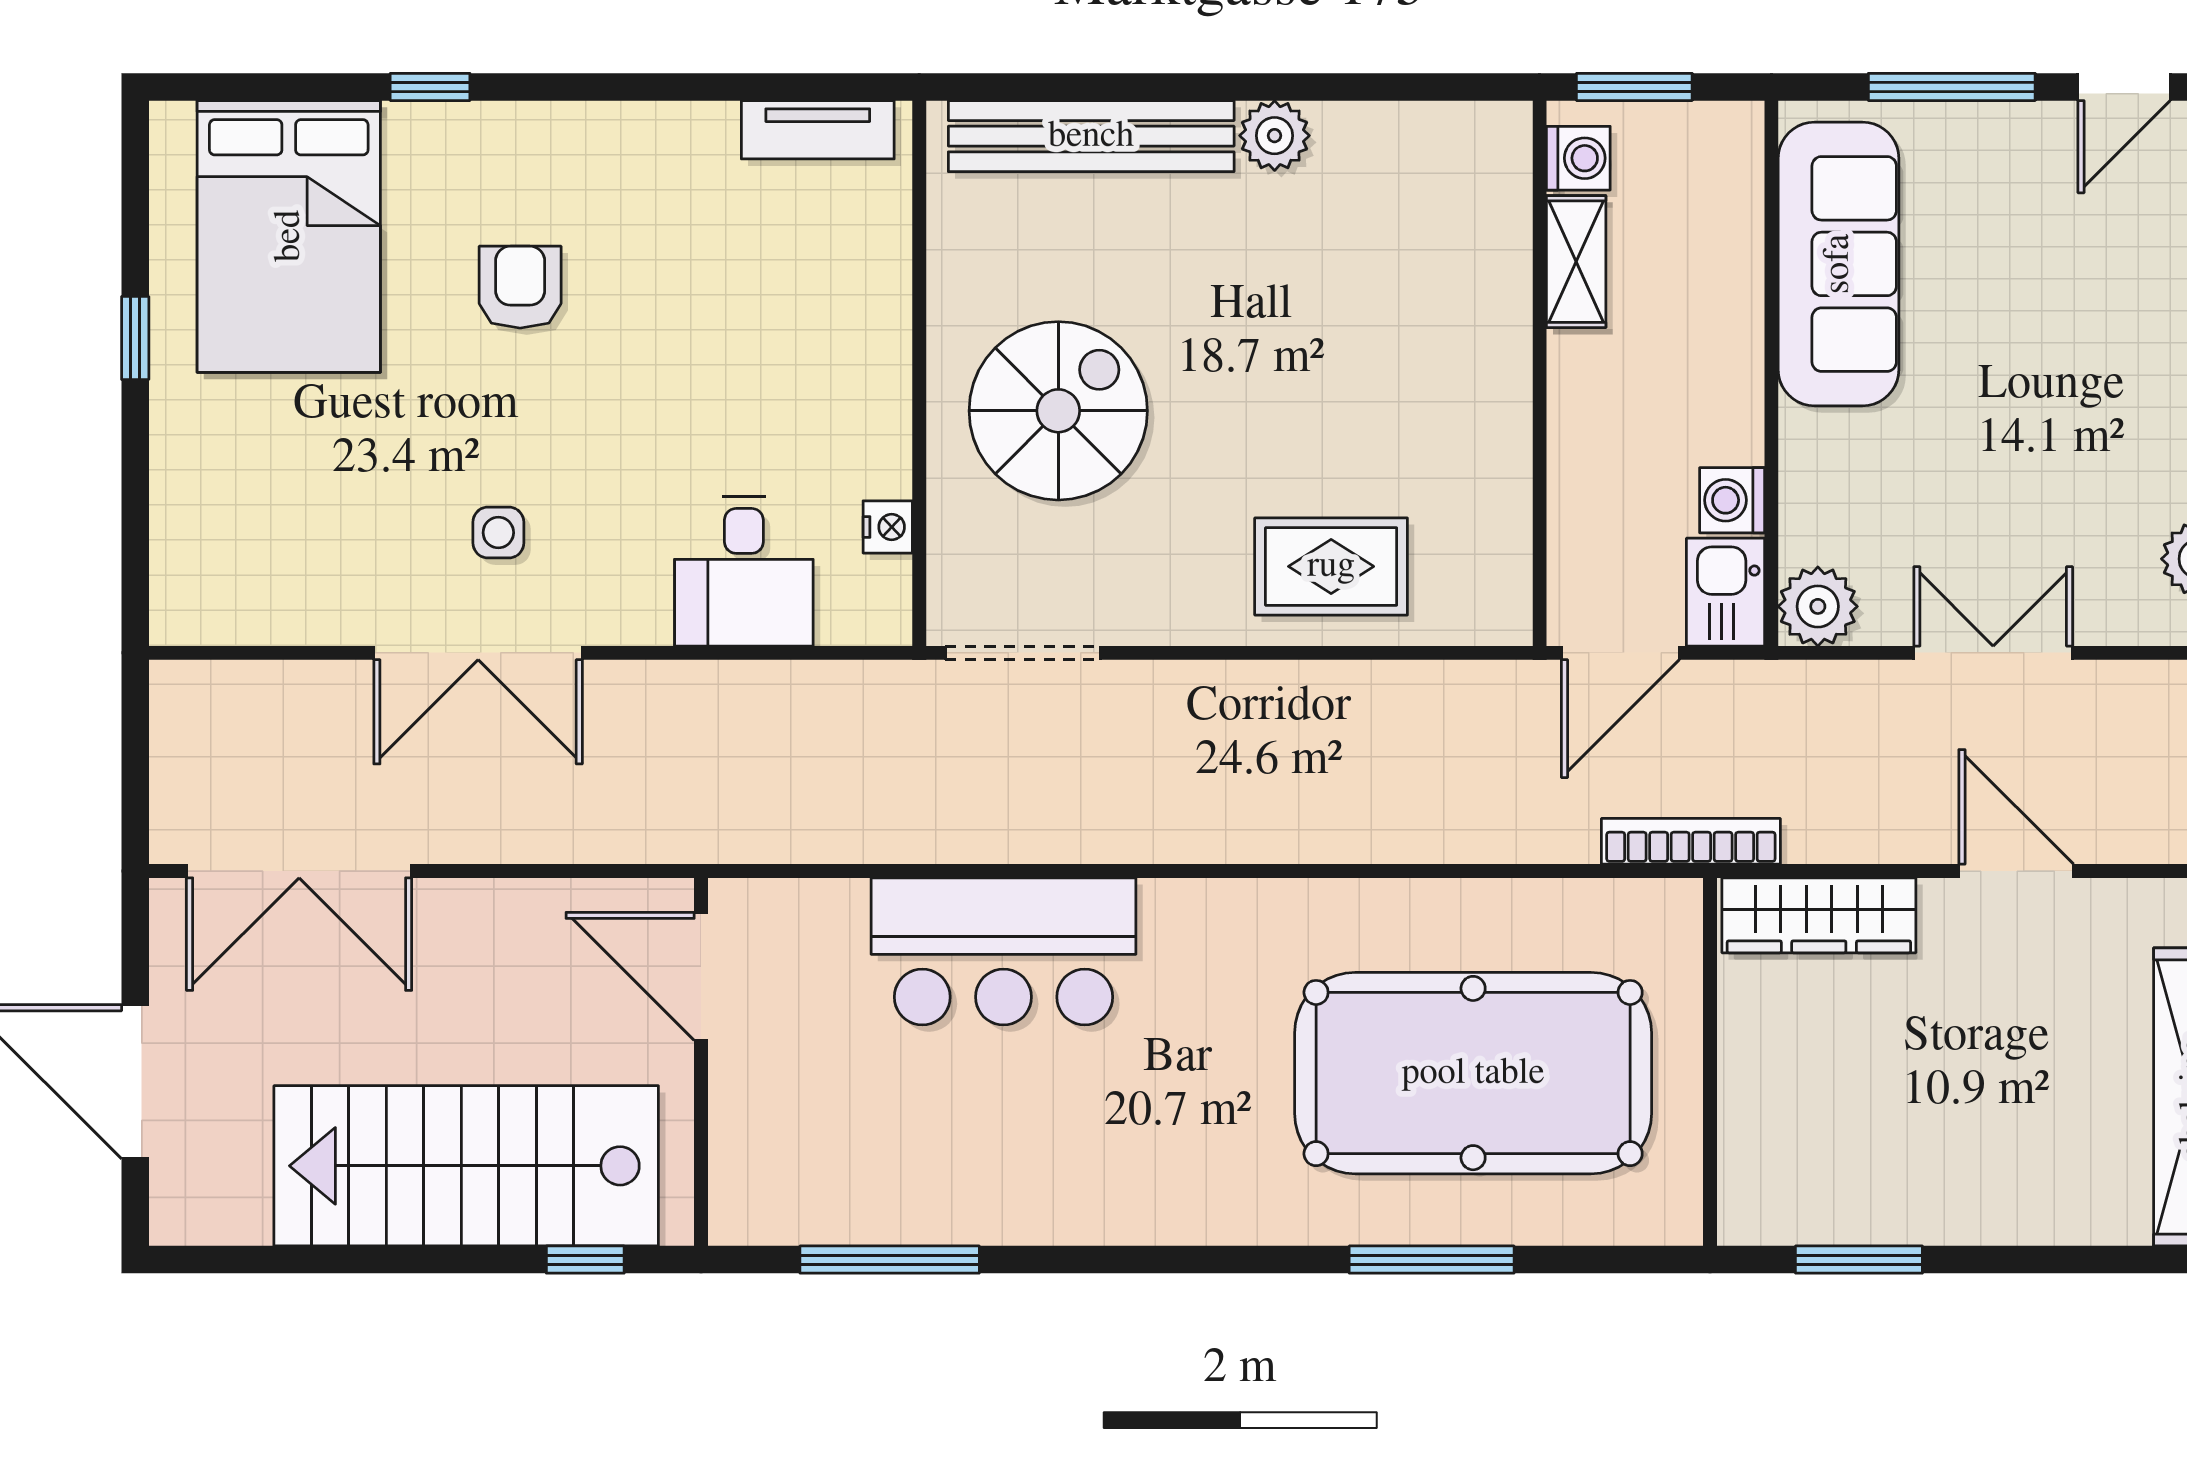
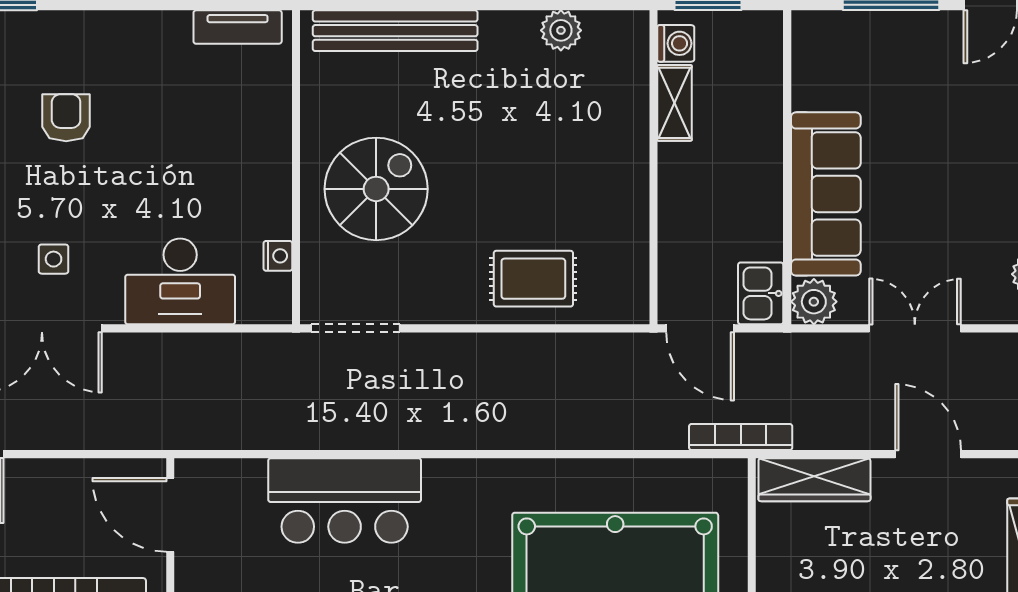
plant: (1275, 136) -> (561, 30), moved
sofa: (1838, 264) -> (826, 194), moved
washing machine: (1732, 500) -> (764, 240), removed
desk: (744, 571) -> (180, 281), width x1.37
door: (1620, 653) -> (700, 328), hinge flipped

